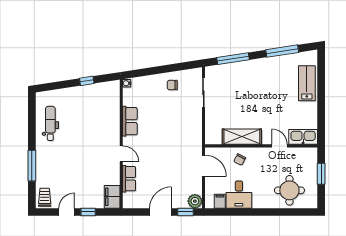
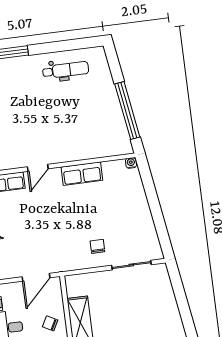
window: (233, 59) -> (181, 298), removed
window: (87, 81) -> (127, 111), width x3.17
chair: (172, 85) -> (97, 246), moved

